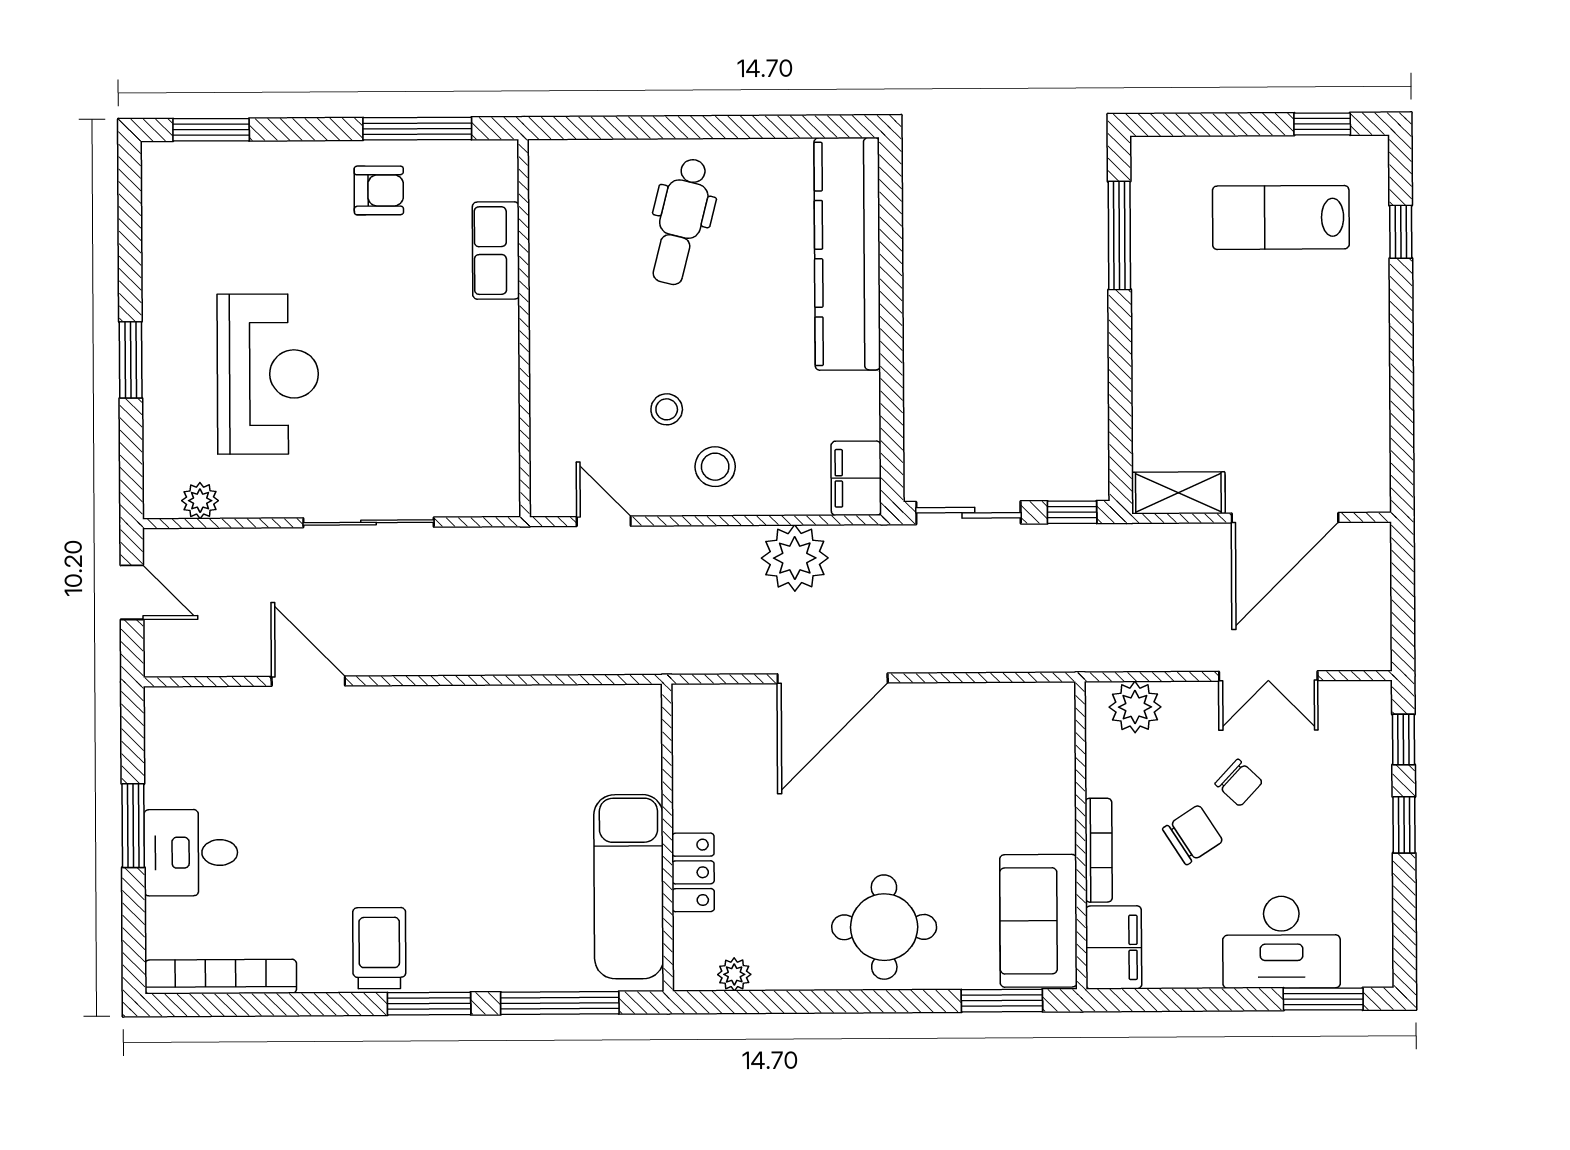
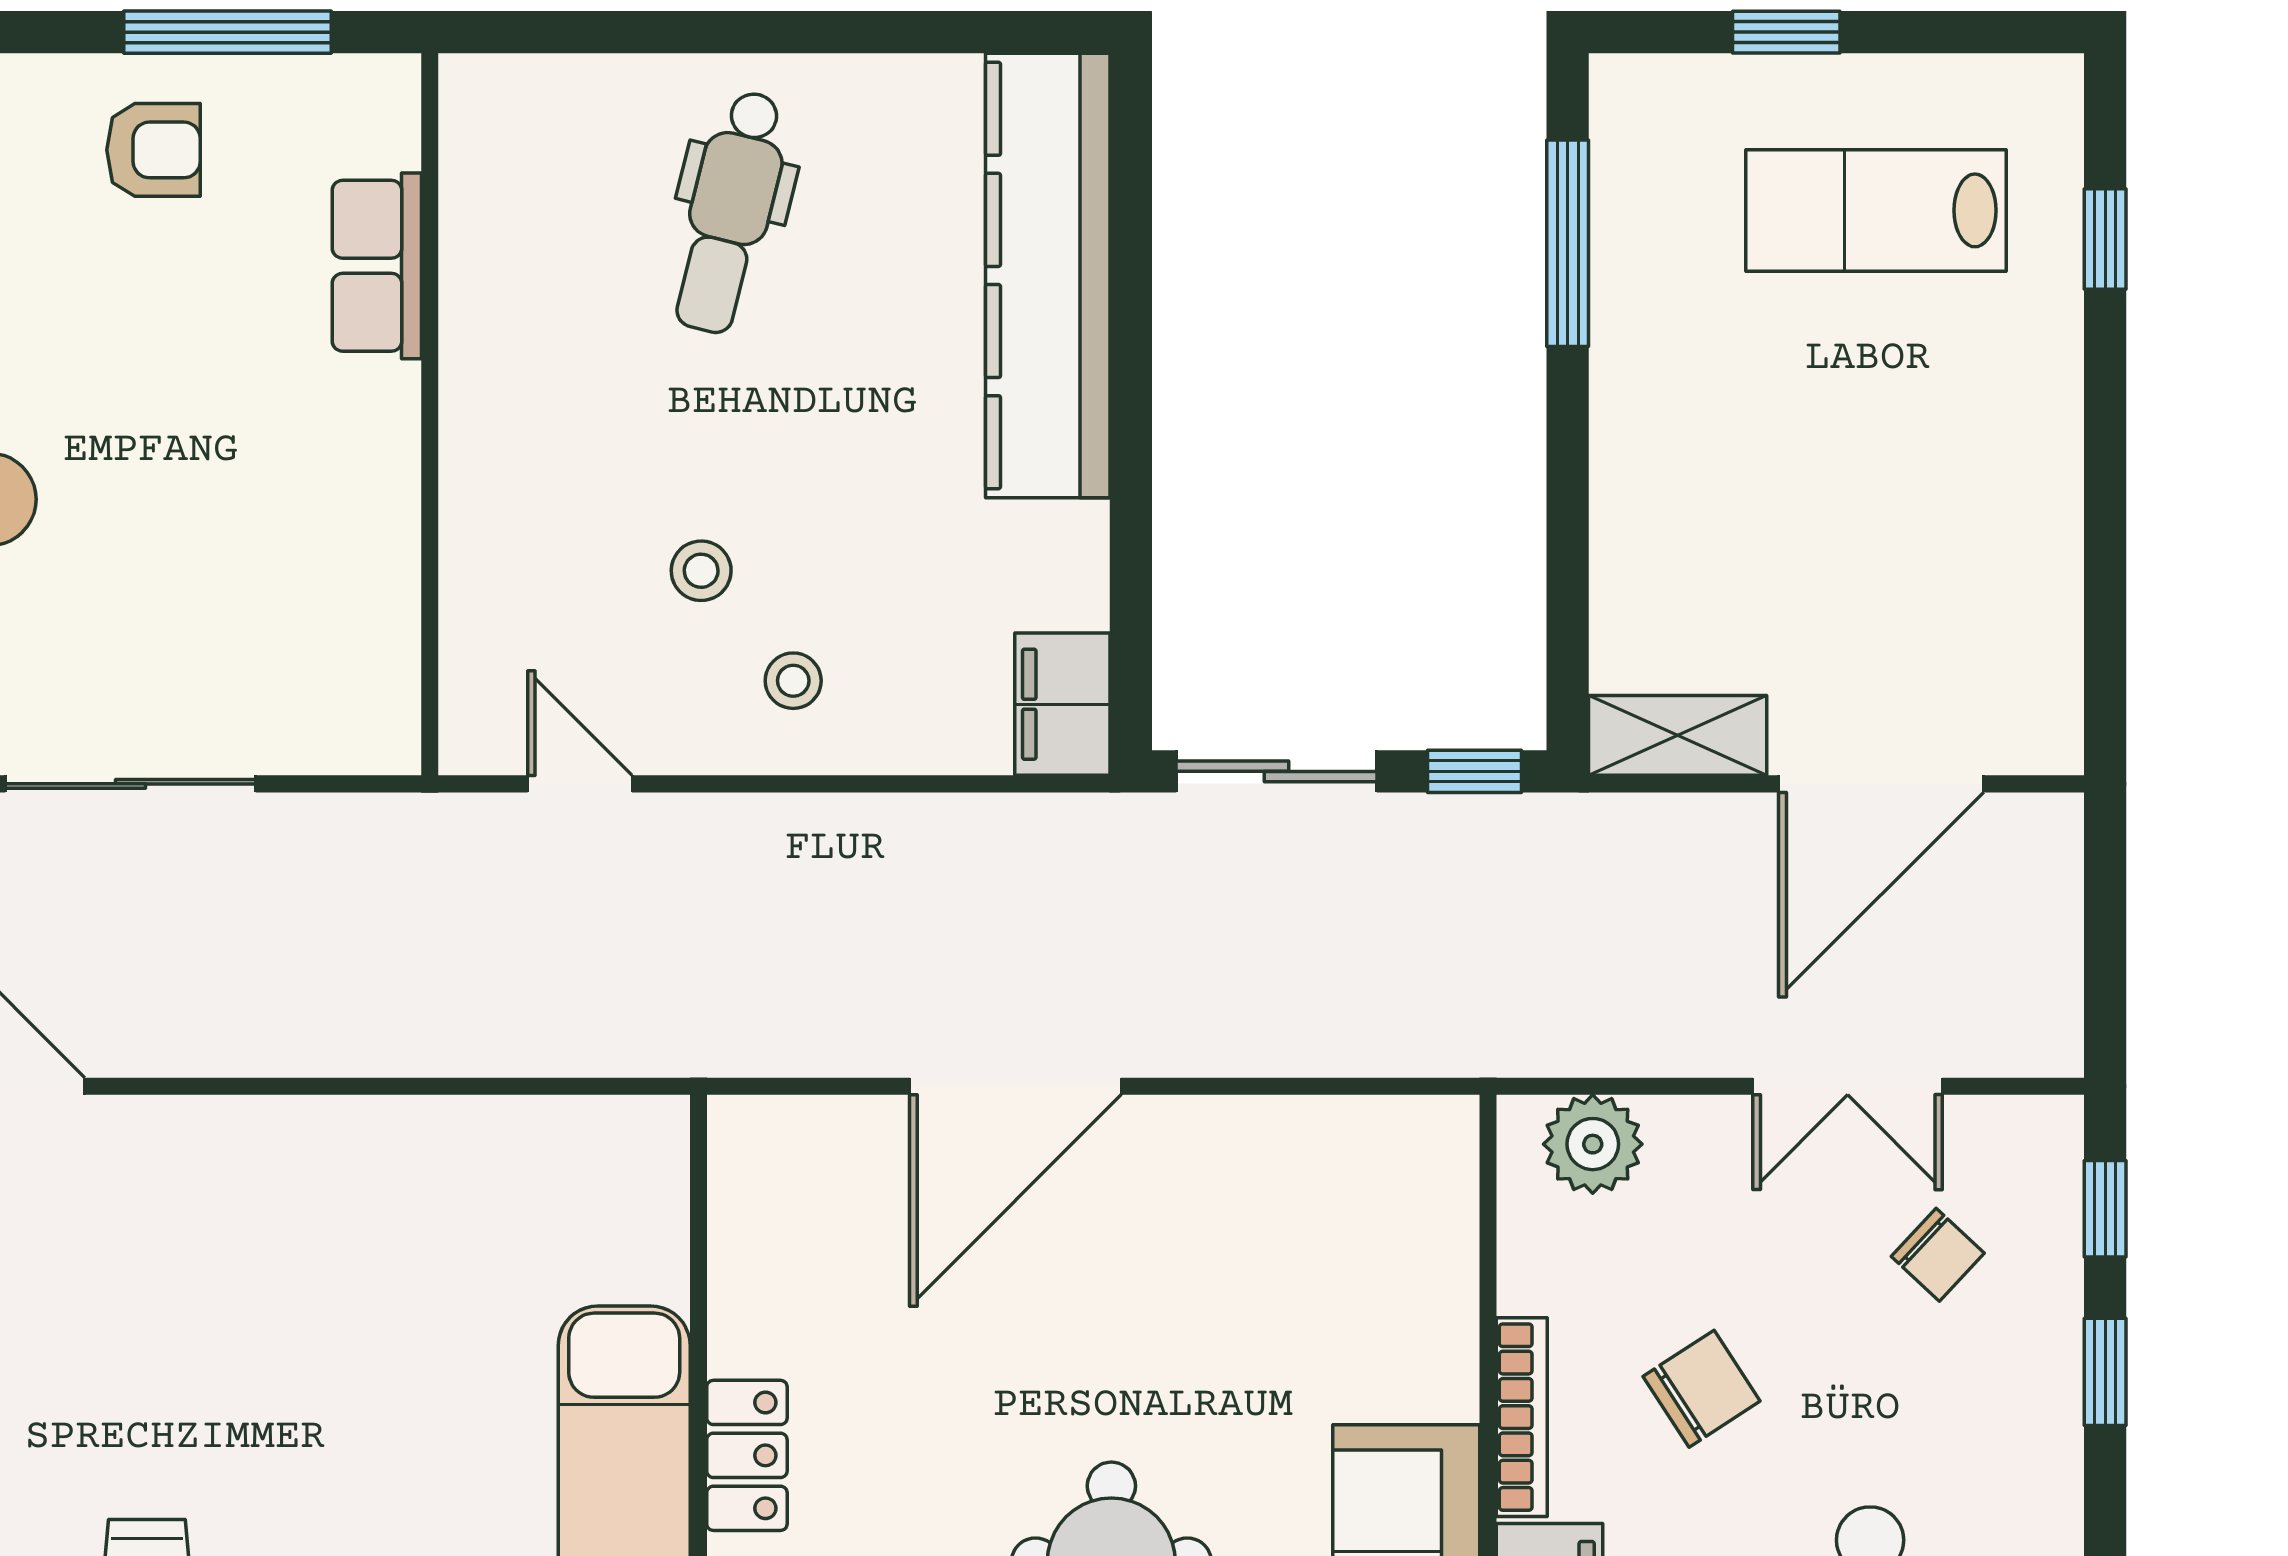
window: (1322, 124) -> (1786, 32), moved
stool: (715, 467) -> (793, 681), width x0.73, depth x0.73
plant: (795, 558) -> (944, 856), removed
chair: (1239, 783) -> (1938, 1255), moved

